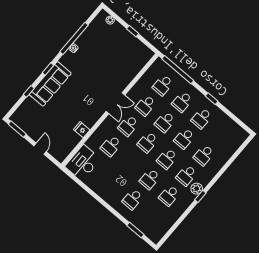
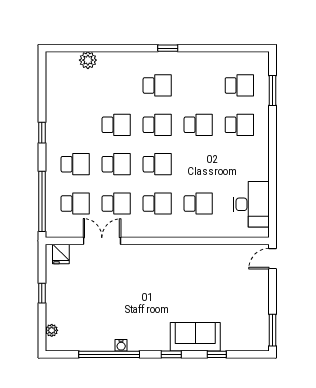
sofa: (50, 84) -> (195, 337), width x0.73
double door: (116, 103) -> (102, 241), moved
school desk: (202, 118) -> (75, 125), removed
fridge: (82, 130) -> (61, 254), moved
door: (40, 149) -> (272, 259), moved
school desk: (204, 155) -> (116, 85), removed
desk: (83, 163) -> (251, 204), moved, turned -90
plant: (197, 189) -> (88, 60), moved
school desk: (169, 196) -> (239, 85), moved

